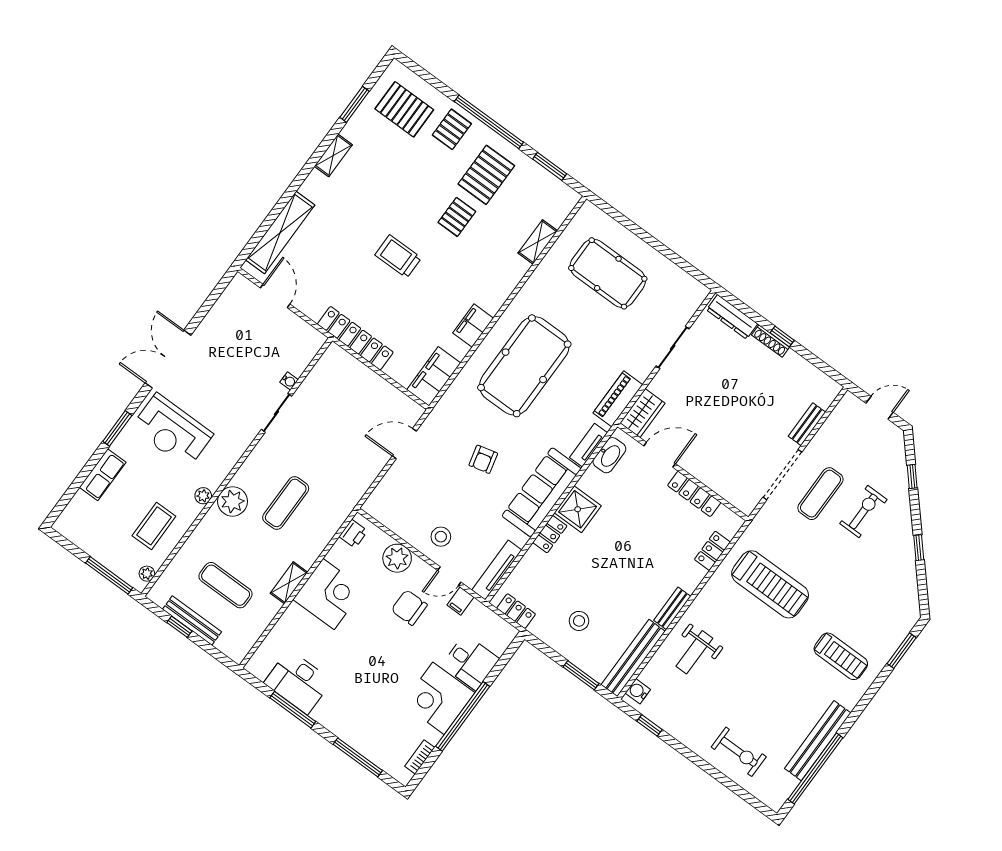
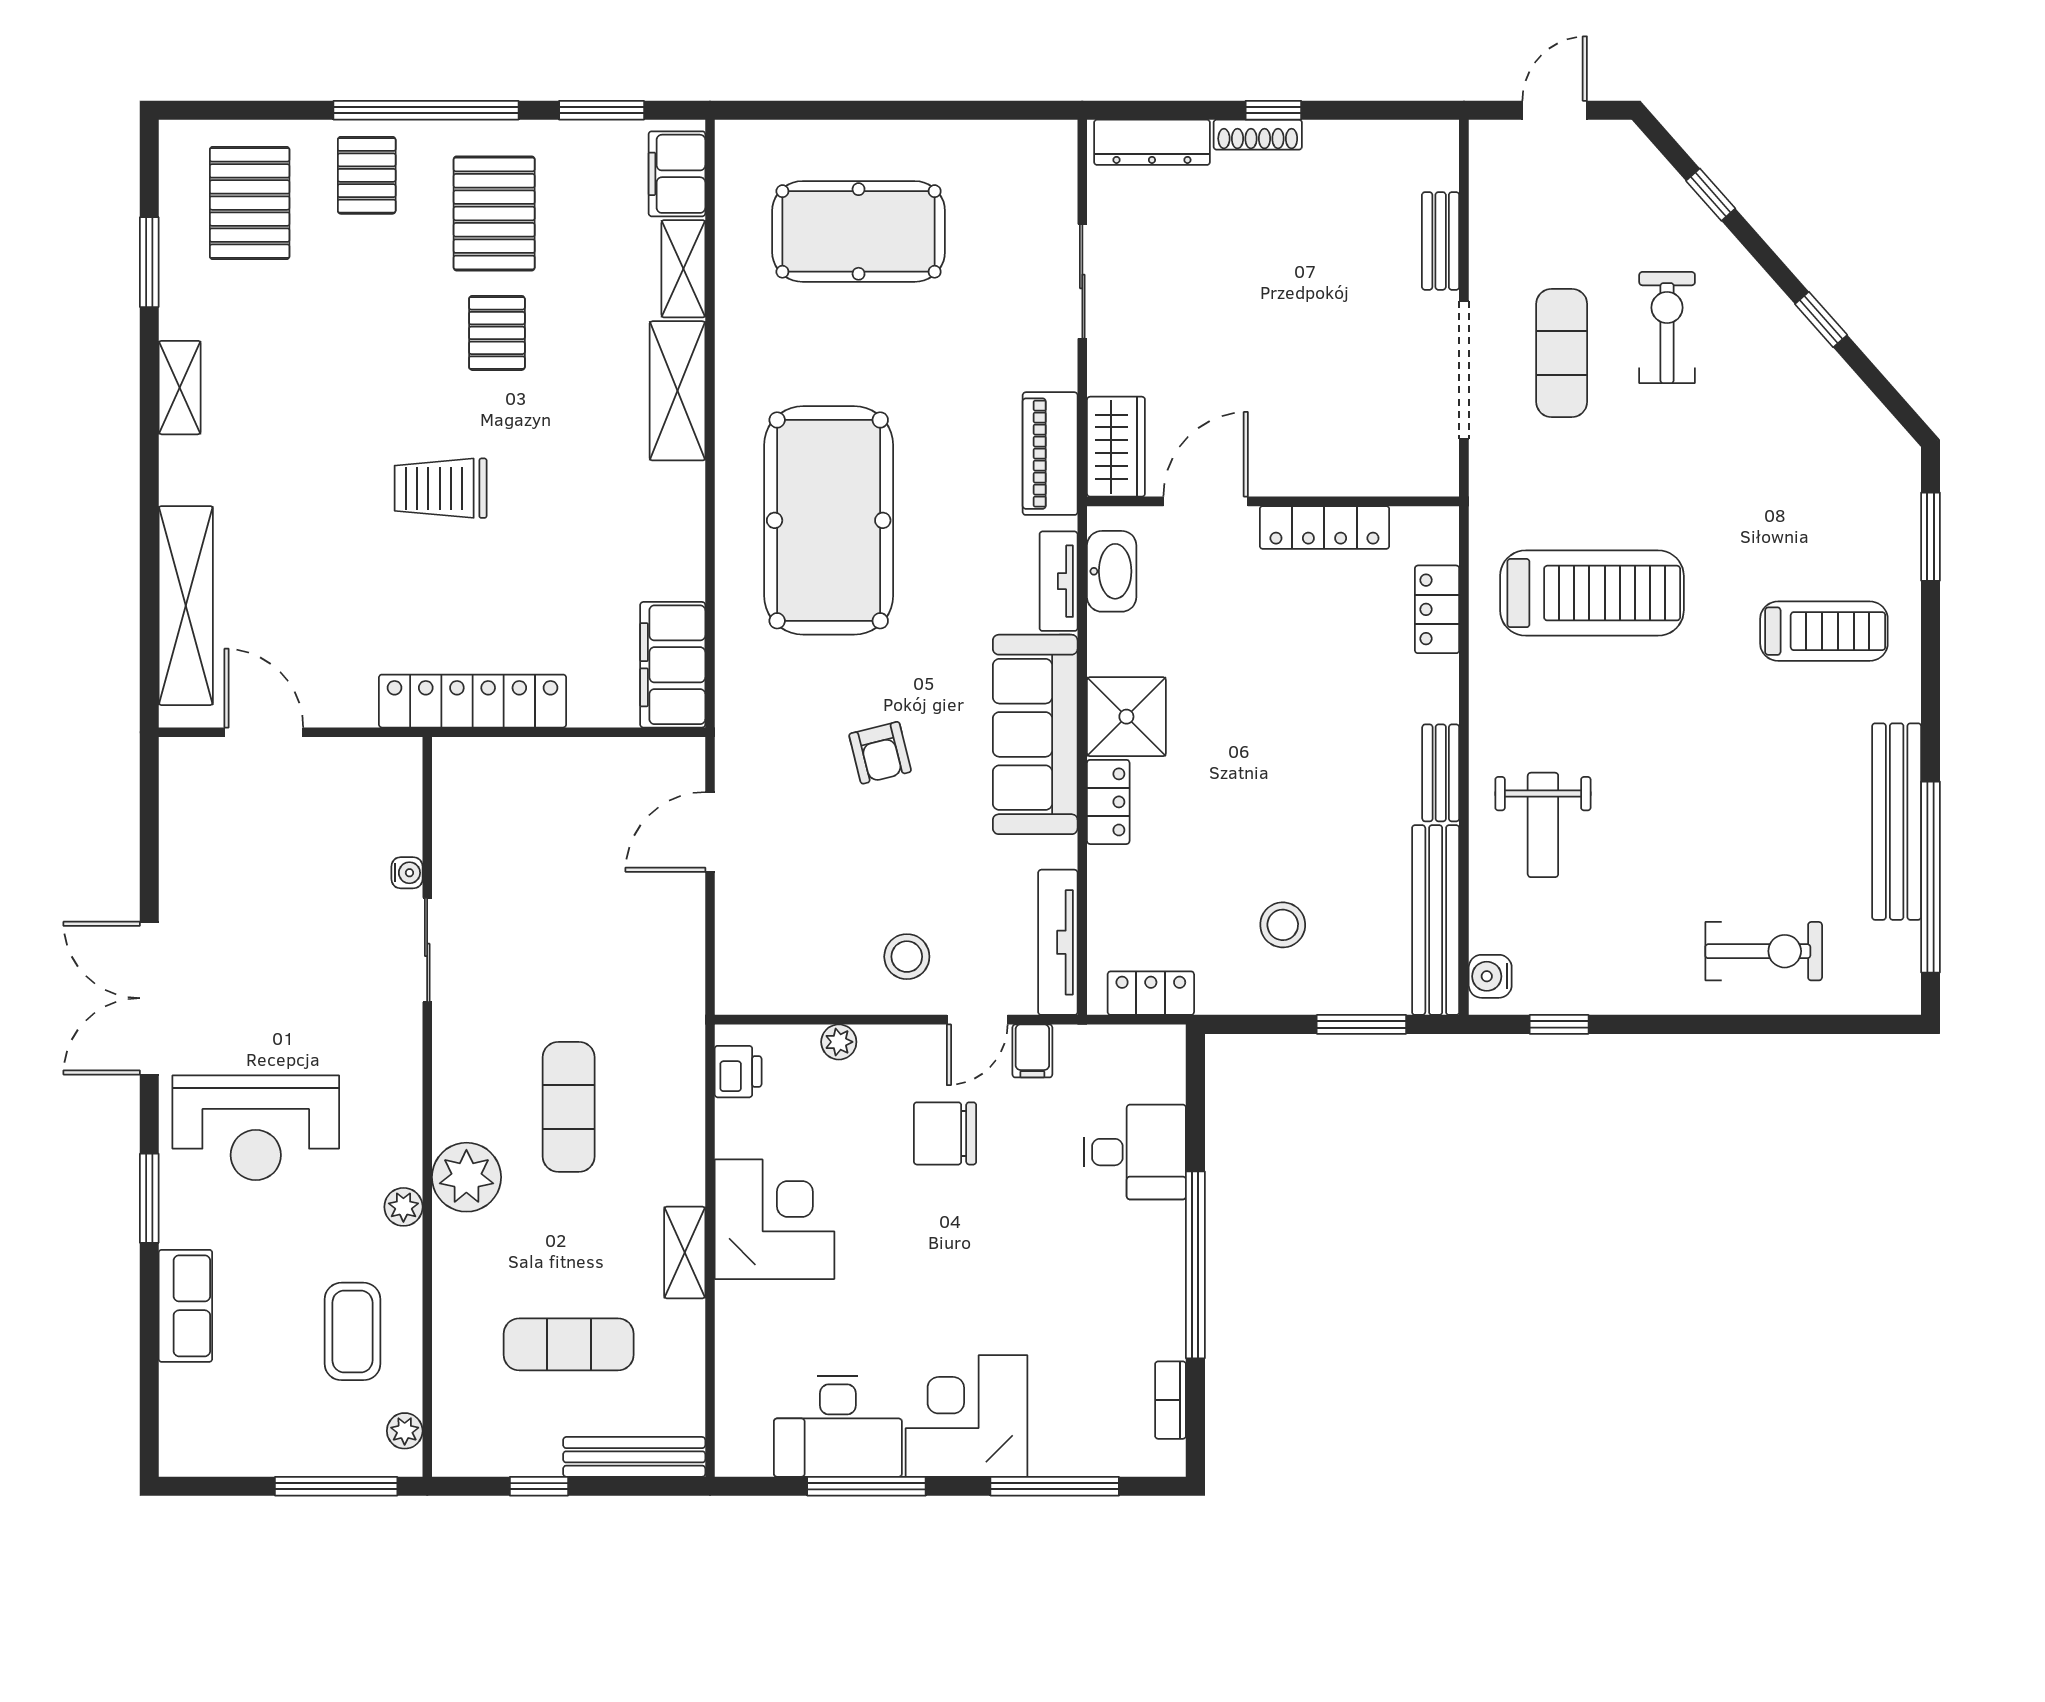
pallet: (404, 109) -> (250, 203), turned 90
shelving: (505, 283) -> (677, 391), added
filing cabinet: (473, 326) -> (677, 174), moved
plant: (397, 558) -> (839, 1042), width x0.53, depth x0.53
bench: (192, 620) -> (634, 1457), moved
corner desk: (439, 698) -> (966, 1416), moved, turned 90

